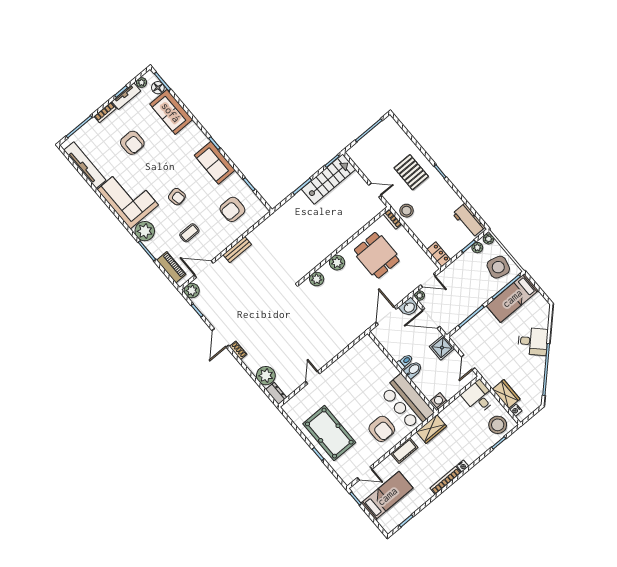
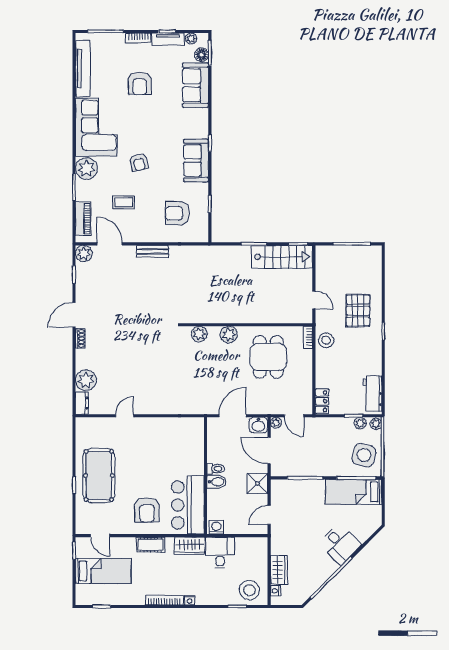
desk: (479, 397) -> (220, 553), moved

